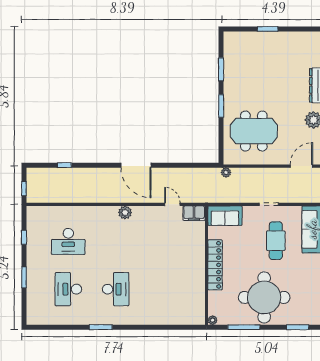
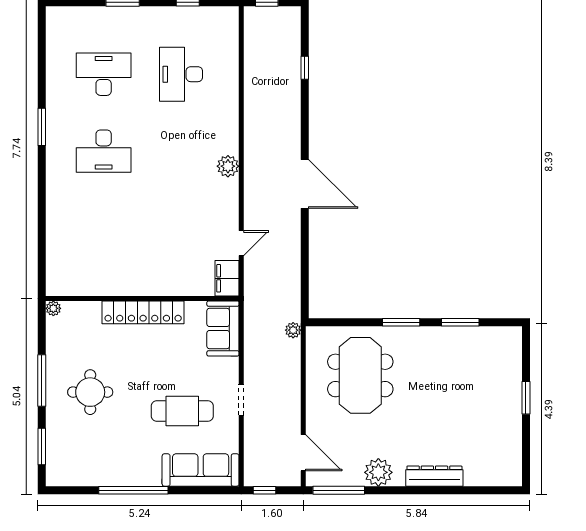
door: (136, 165) -> (305, 184), swing flipped
round table: (264, 297) -> (90, 392), width x0.54, depth x0.54
window: (244, 327) -> (42, 380), moved

